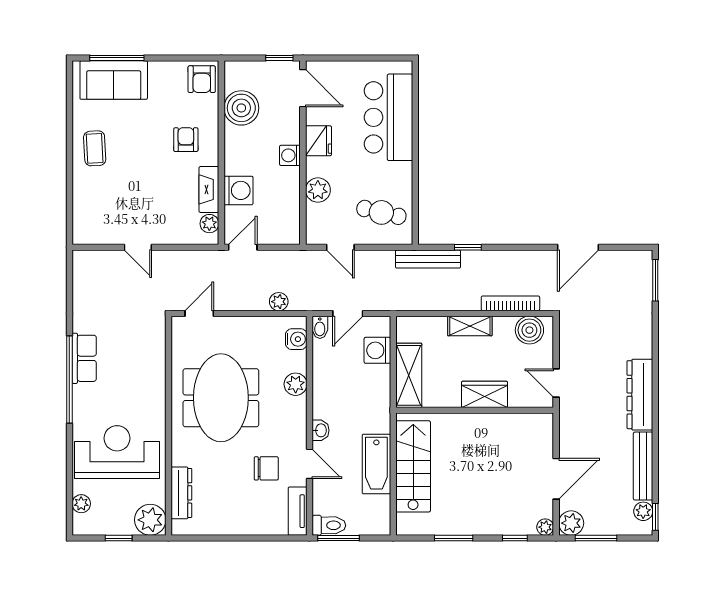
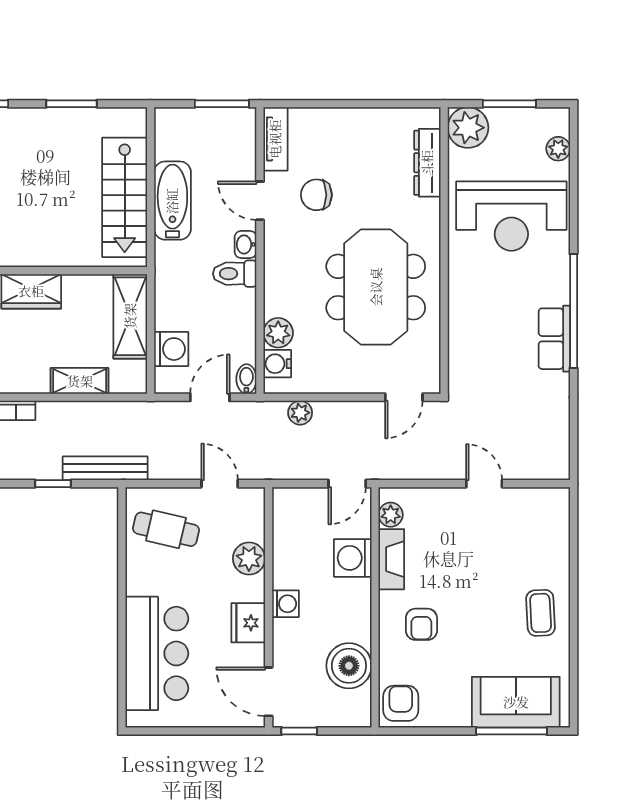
shelving: (470, 326) -> (80, 381), moved
plant: (296, 384) -> (278, 333), moved
toilet: (329, 525) -> (235, 274), moved
window: (119, 538) -> (509, 104), width x1.50

